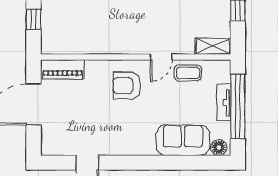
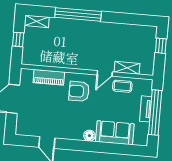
shelving: (213, 46) -> (127, 68), moved
piano: (63, 69) -> (49, 77), moved
floor lamp: (219, 148) -> (89, 136), moved

